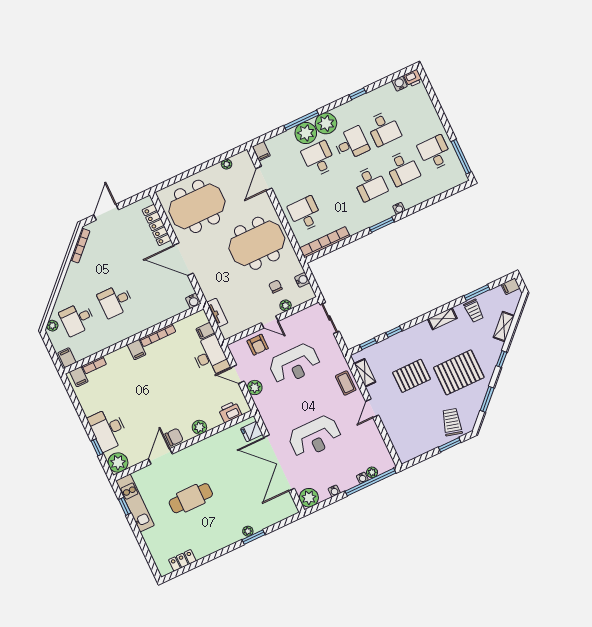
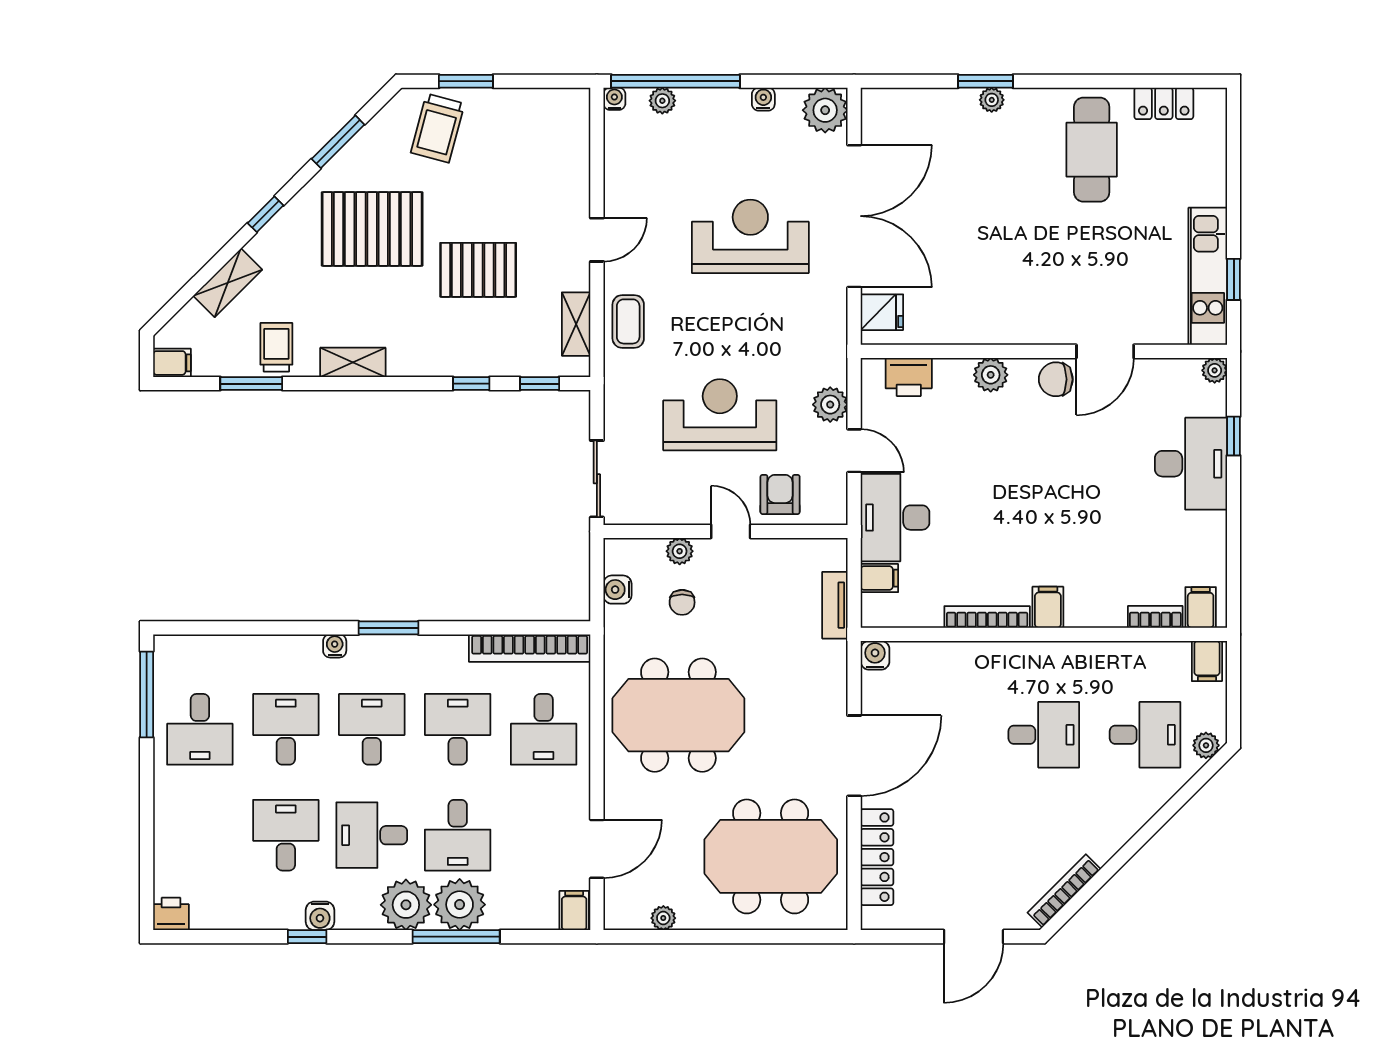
water cooler: (400, 84) -> (320, 916), moved
desk: (338, 199) -> (458, 729), added
door: (183, 259) -> (854, 756), hinge flipped
plant: (118, 463) -> (1215, 370), width x0.53, depth x0.53
water cooler: (362, 478) -> (614, 99), moved
cafe table: (191, 498) -> (1092, 150), moved, turned 90

